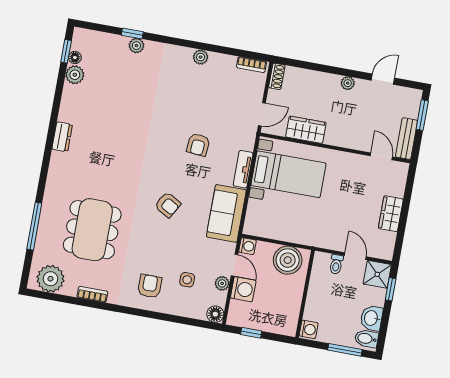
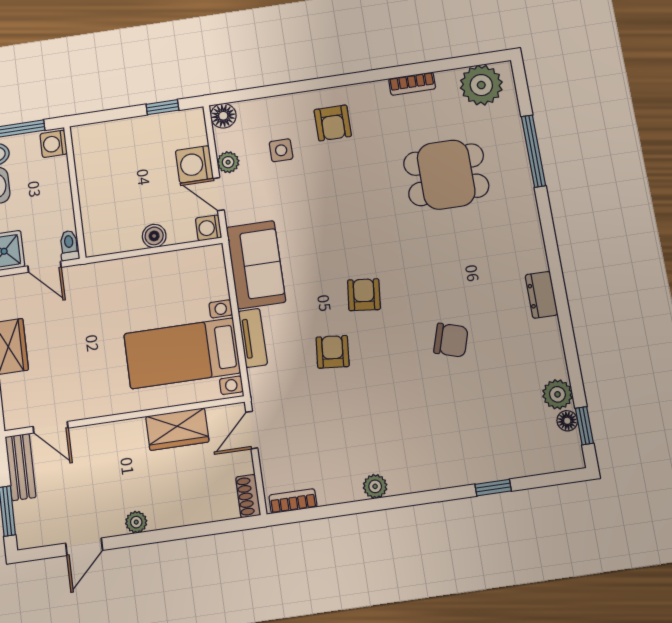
plant: (136, 46) -> (480, 471), removed
chair: (126, 128) -> (451, 340), added
armchair: (168, 205) -> (364, 295), moved, turned 66
dining table: (92, 230) -> (446, 175), width x0.73
boiler: (288, 260) -> (154, 236), width x0.54, depth x0.54
wall: (305, 294) -> (75, 192), moved
washing machine: (309, 329) -> (54, 144), moved

